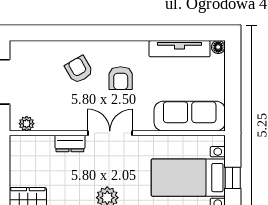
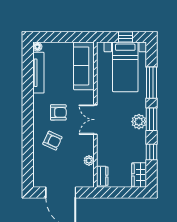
armchair: (79, 70) -> (52, 141), turned -125
plant: (27, 124) -> (89, 161), moved
dresser: (70, 143) -> (102, 176), moved

